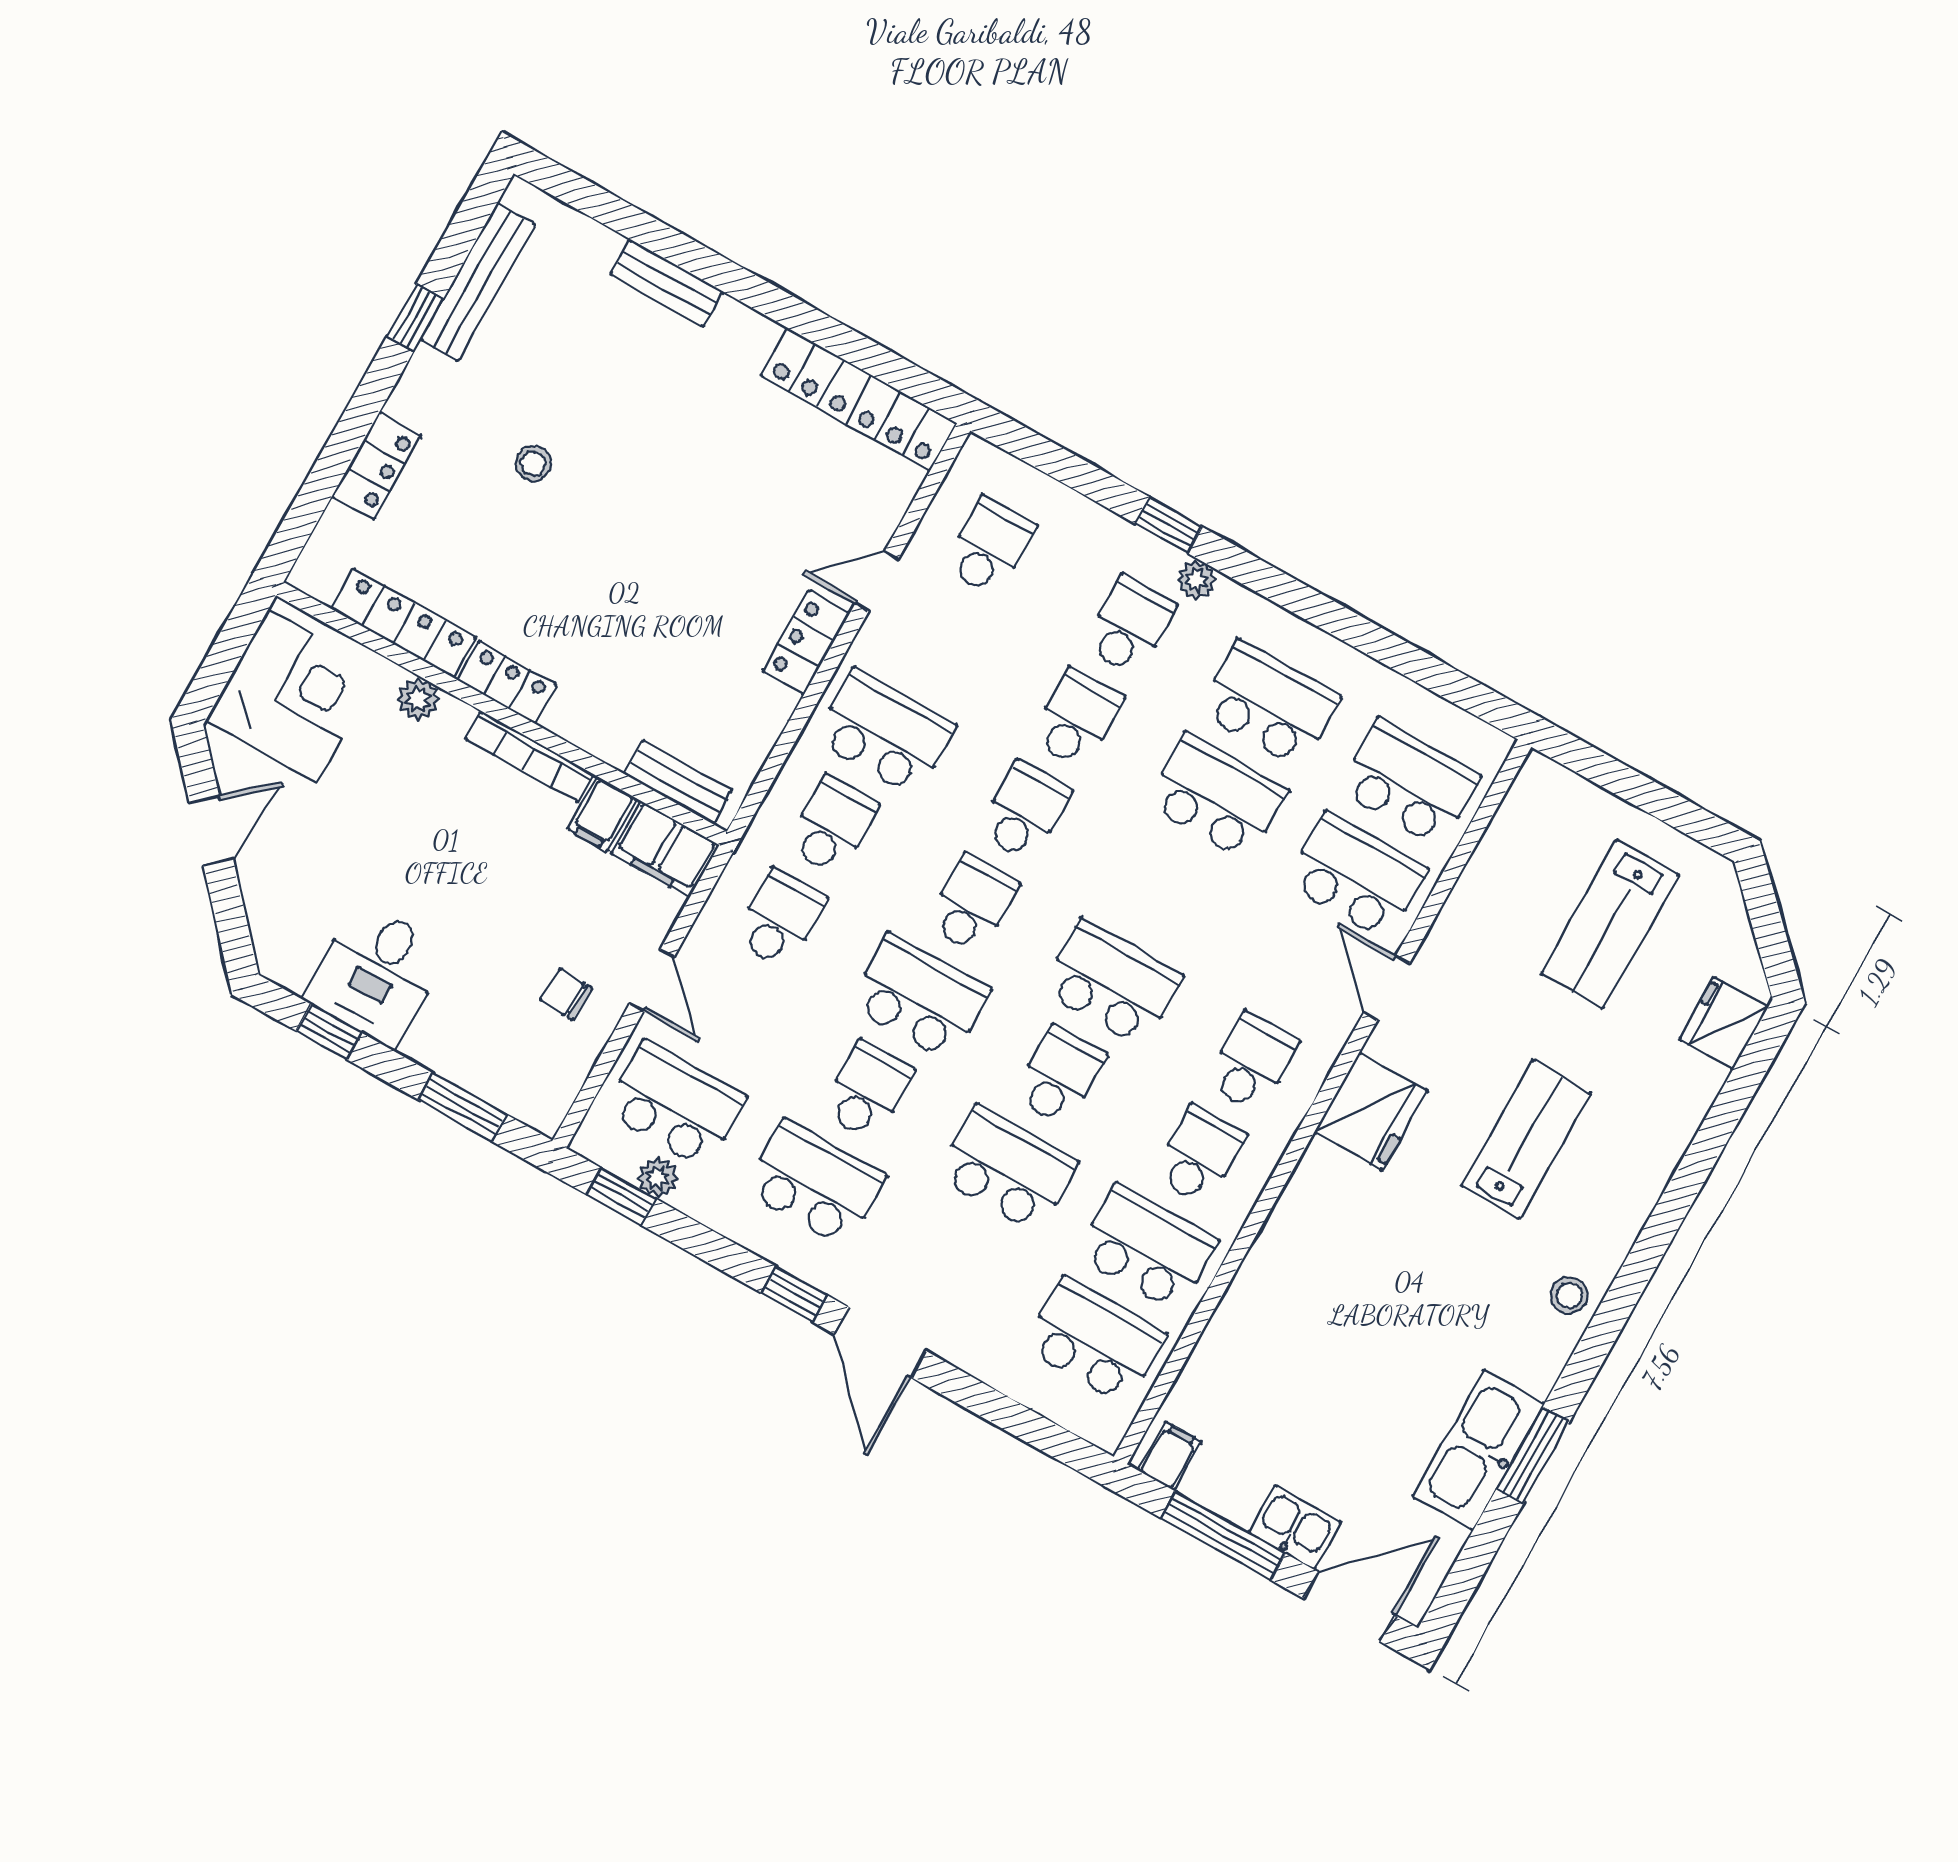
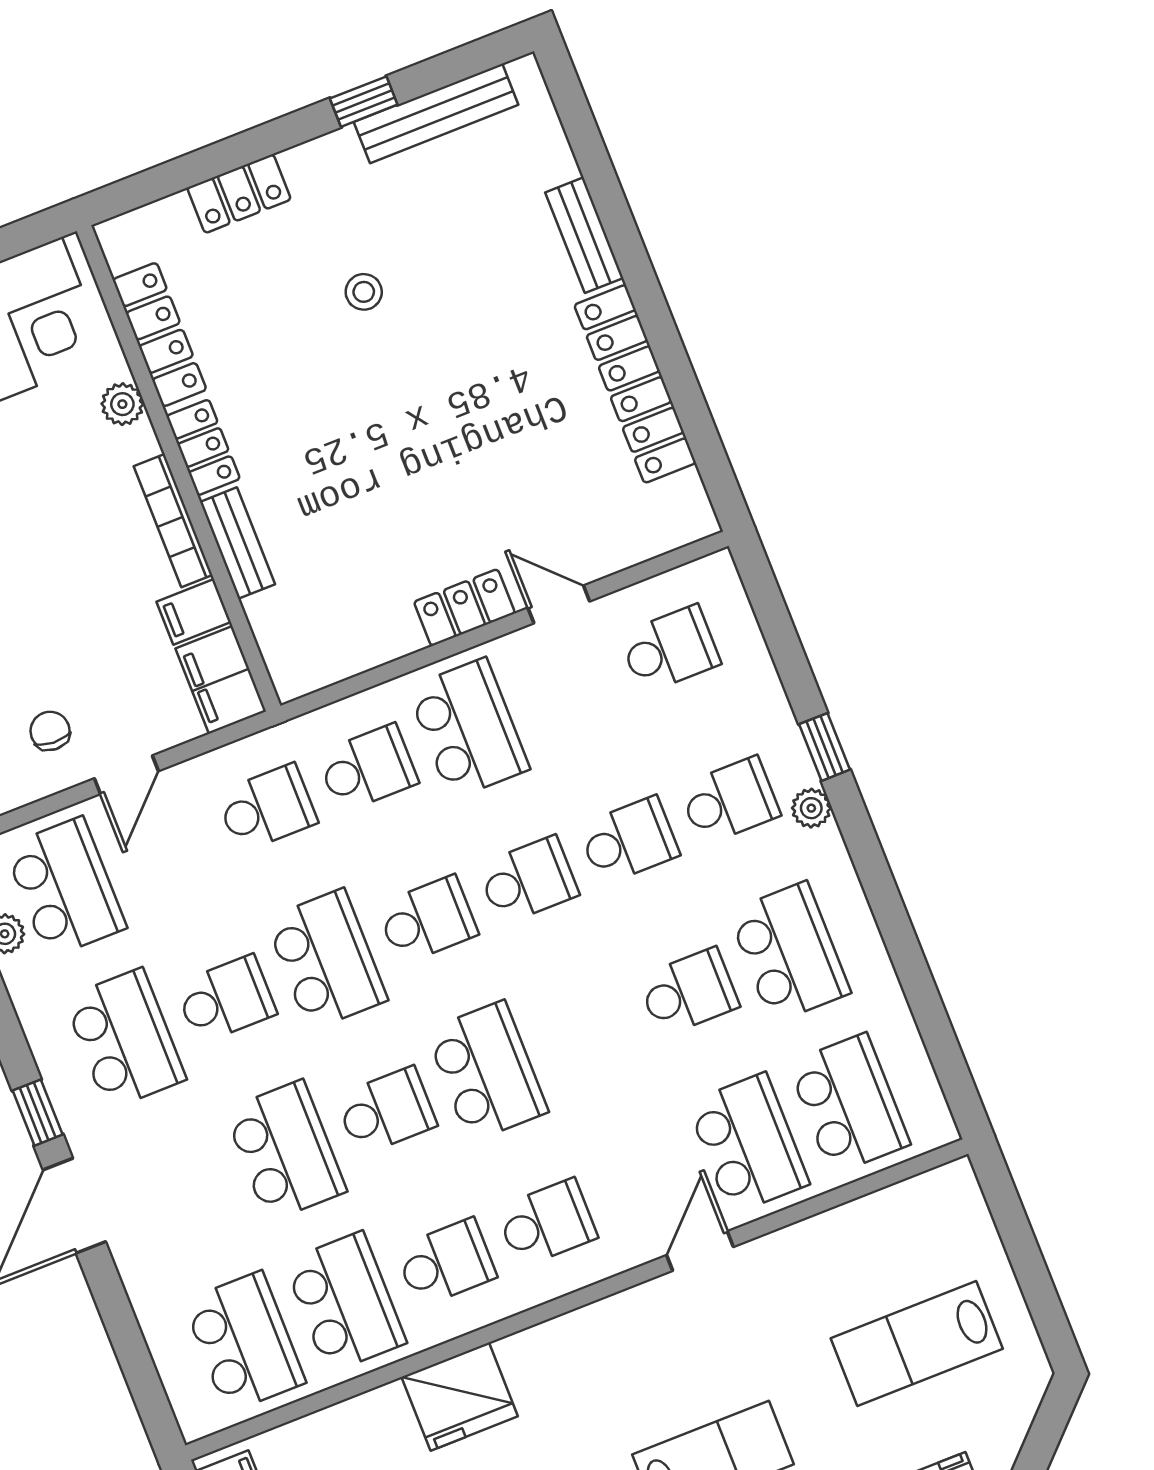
locker: (859, 399) -> (635, 384), moved
bench: (678, 782) -> (238, 543), moved
school desk: (1217, 797) -> (688, 992), width x0.54
fridge: (1371, 1111) -> (460, 1397), moved

